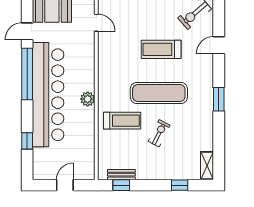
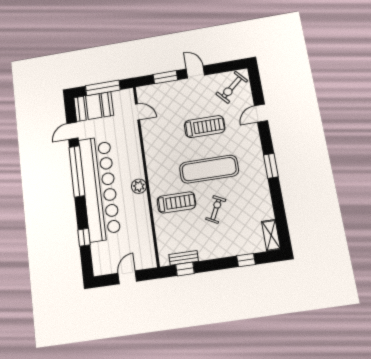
treadmill: (161, 49) -> (205, 127), turned 180

